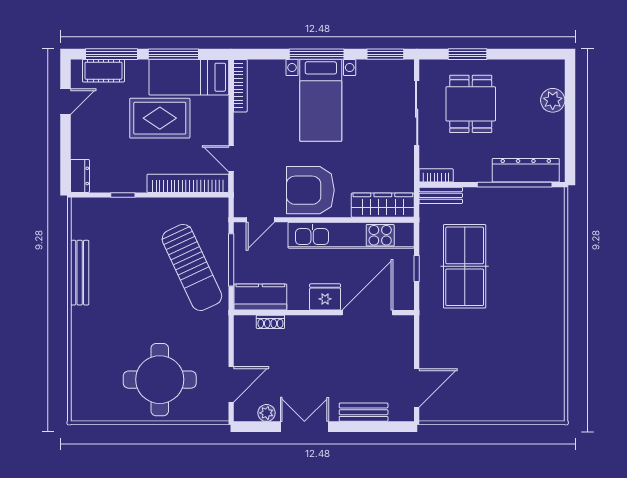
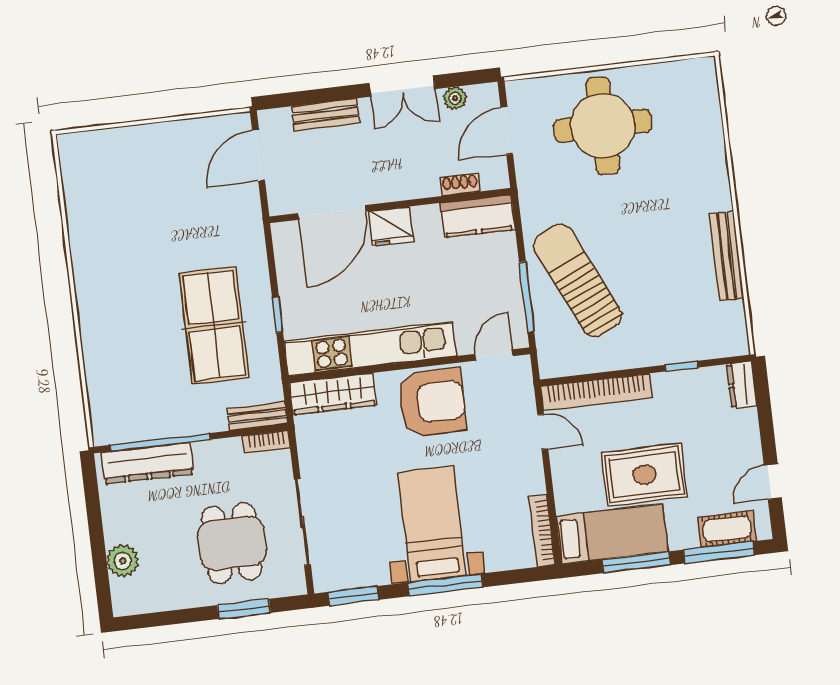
kitchen counter: (260, 297) -> (477, 216), moved
fridge: (325, 297) -> (391, 227), moved
wall: (324, 313) -> (390, 205), moved
door: (368, 313) -> (332, 212), moved
shoe rack: (270, 322) -> (460, 185), moved

